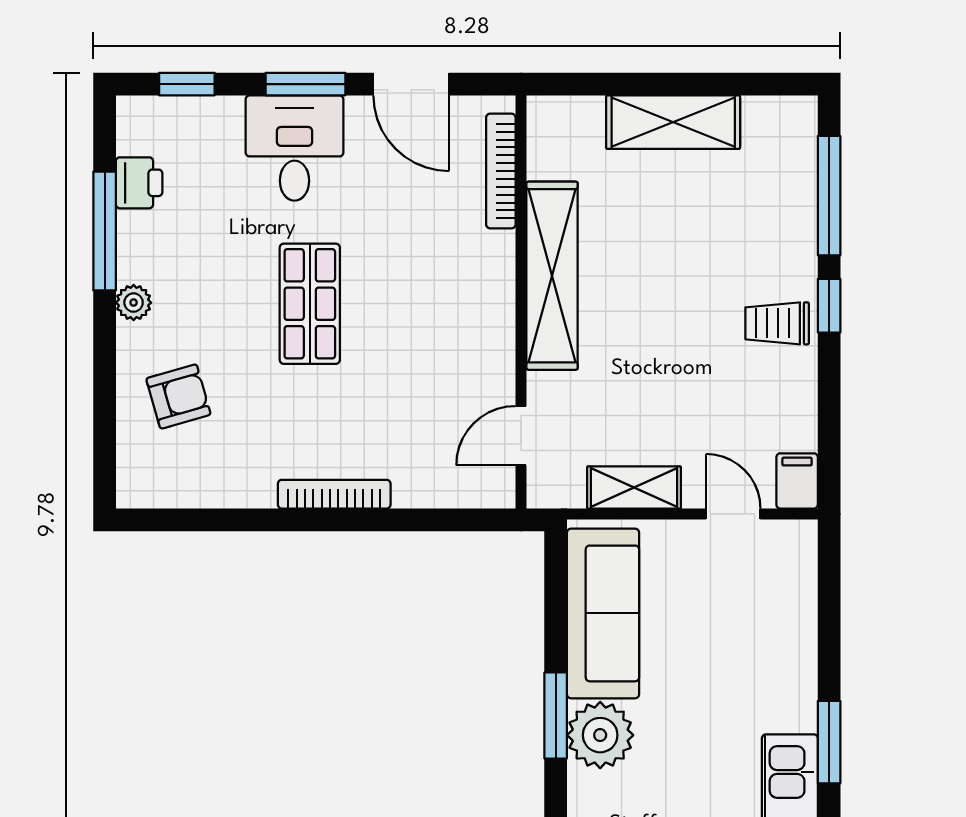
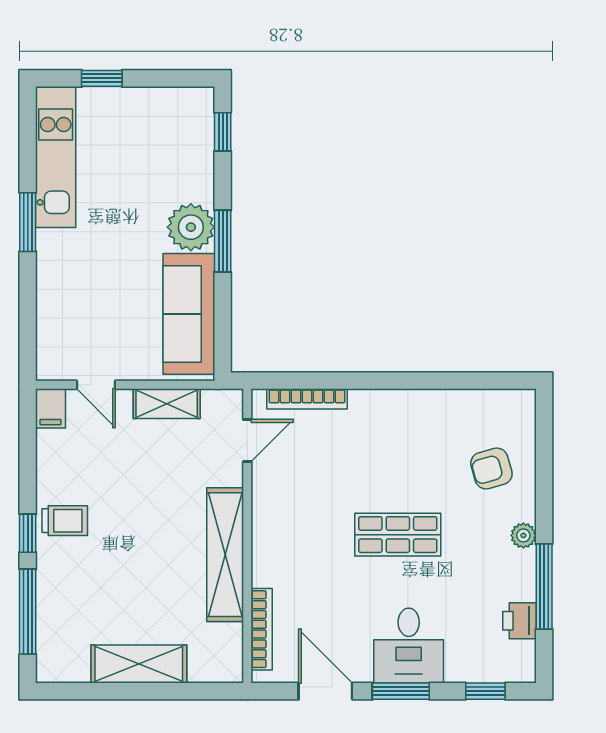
shop shelf: (310, 304) -> (398, 535), turned 90
bookcase: (334, 494) -> (307, 399), moved

